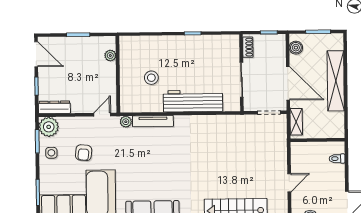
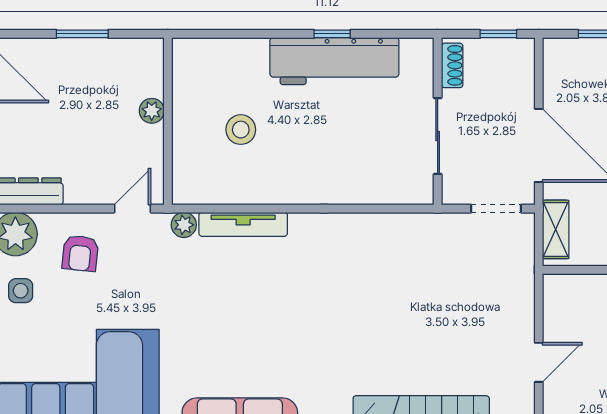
boiler: (296, 48) -> (557, 68), removed
plant: (110, 56) -> (152, 111), moved
workbench: (193, 101) -> (334, 61), moved, turned 180
armchair: (84, 153) -> (80, 253), moved

